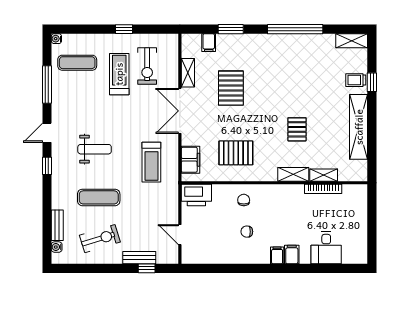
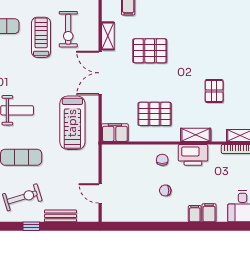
pallet: (231, 88) -> (150, 51), turned 90
filing cabinet: (190, 160) -> (115, 133), moved, turned -90
treadmill: (151, 162) -> (72, 123), width x1.37, depth x1.38
shelving: (293, 174) -> (196, 135), moved
printer: (196, 195) -> (193, 155), moved
window: (147, 268) -> (31, 226), moved

